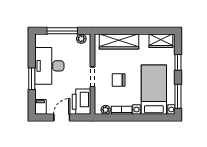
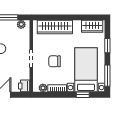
printer: (81, 102) -> (24, 86), width x0.53, depth x0.68
window: (150, 118) -> (83, 95), added

